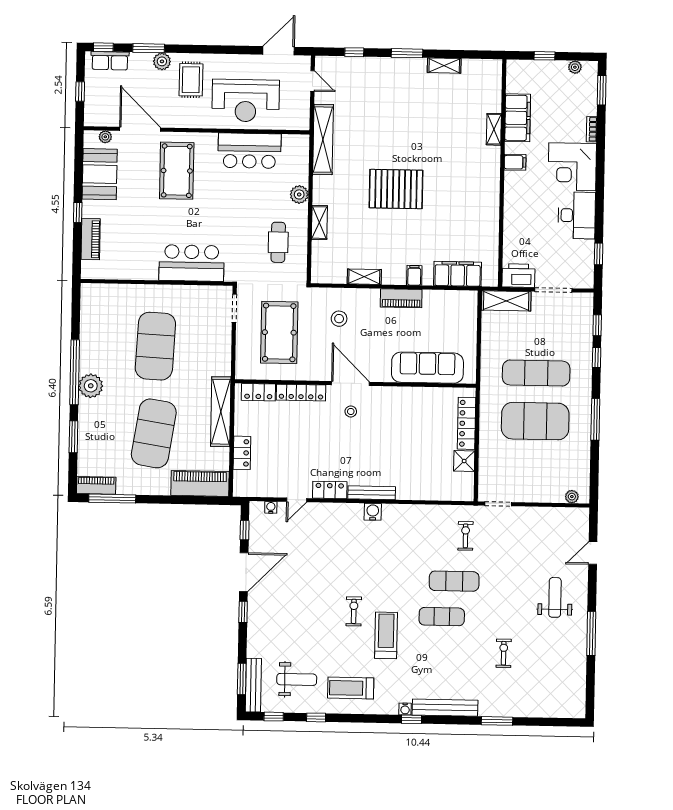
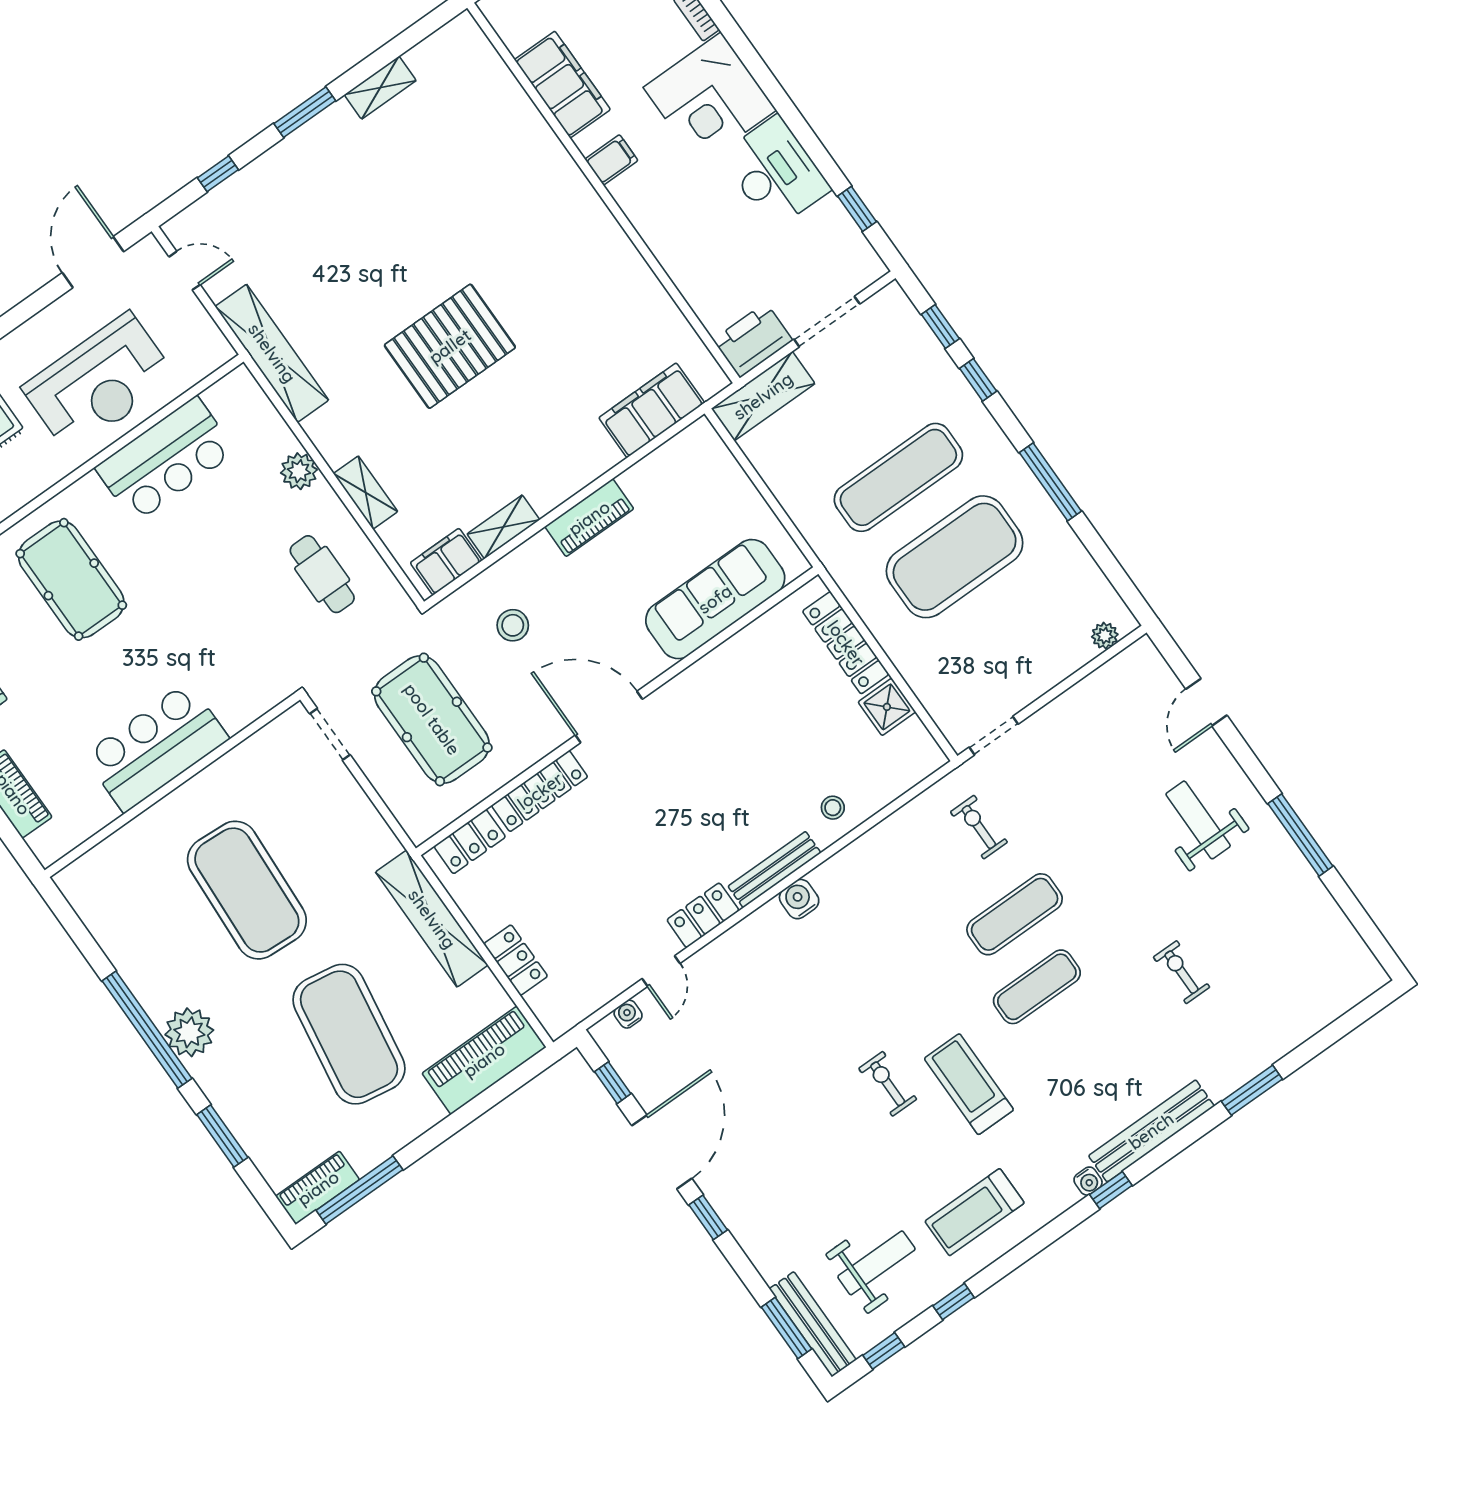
shelving: (494, 129) -> (537, 132), removed
bar counter: (192, 263) -> (156, 747), moved
filing cabinet: (414, 275) -> (446, 562), moved, width x2.00
stool: (351, 411) -> (833, 808), moved

